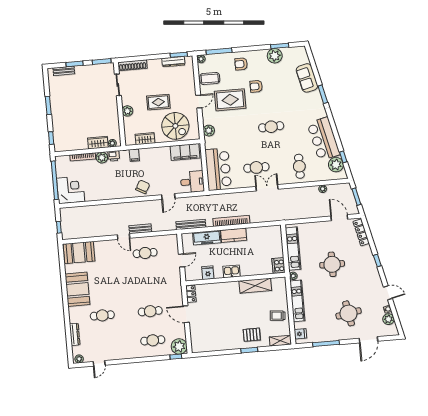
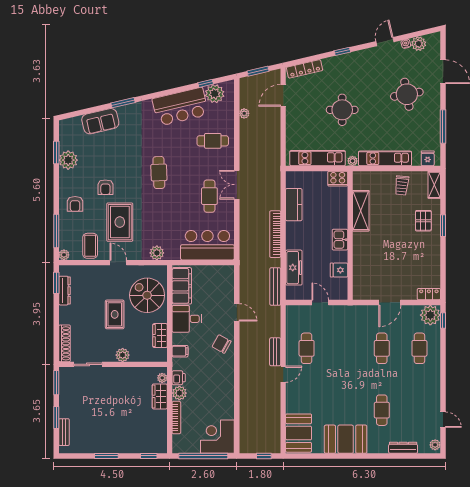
spiral stairs: (175, 126) -> (147, 295), turned -90
desk: (192, 182) -> (187, 319), moved, turned -90
kitchen counter: (234, 235) -> (294, 205), moved
locker: (191, 294) -> (429, 294), moved

